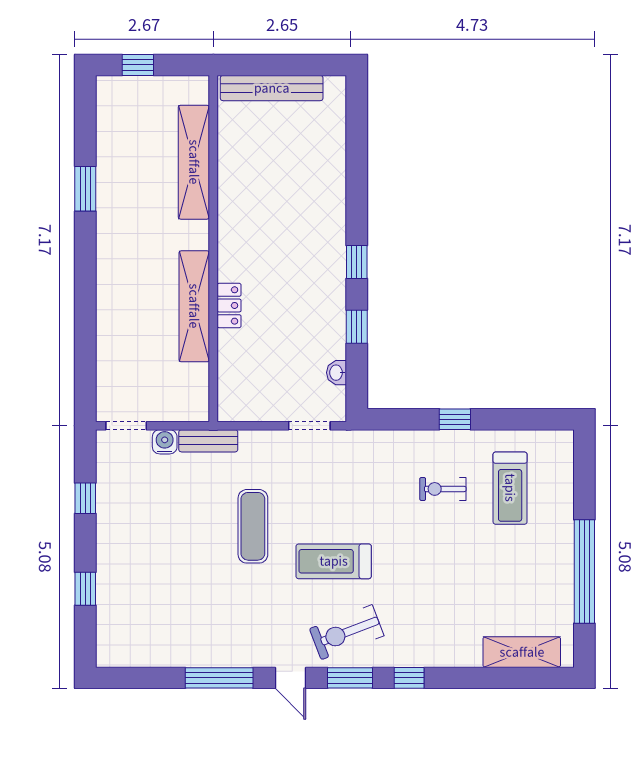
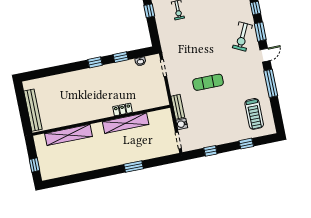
window: (85, 189) -> (134, 166), moved
treadmill: (334, 561) -> (254, 114), moved
exercise bike: (347, 632) -> (242, 37), turned 47

